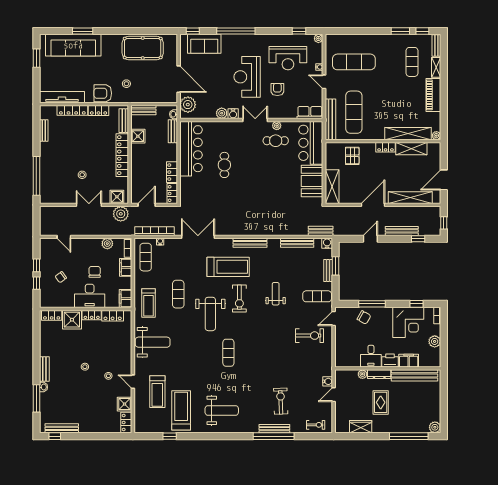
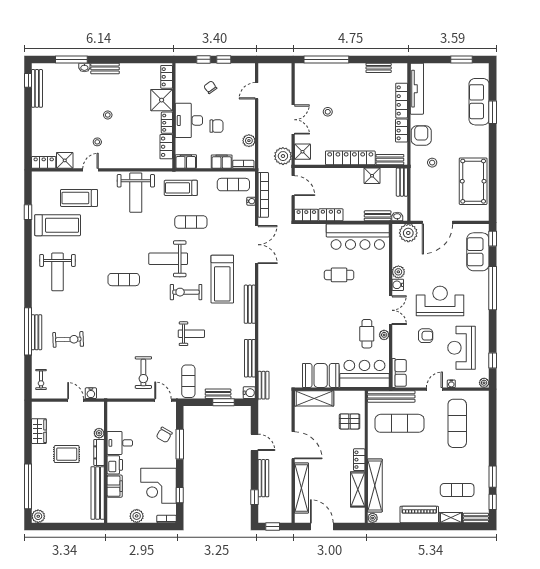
sofa: (73, 45) -> (479, 102), width x0.74, depth x0.79

